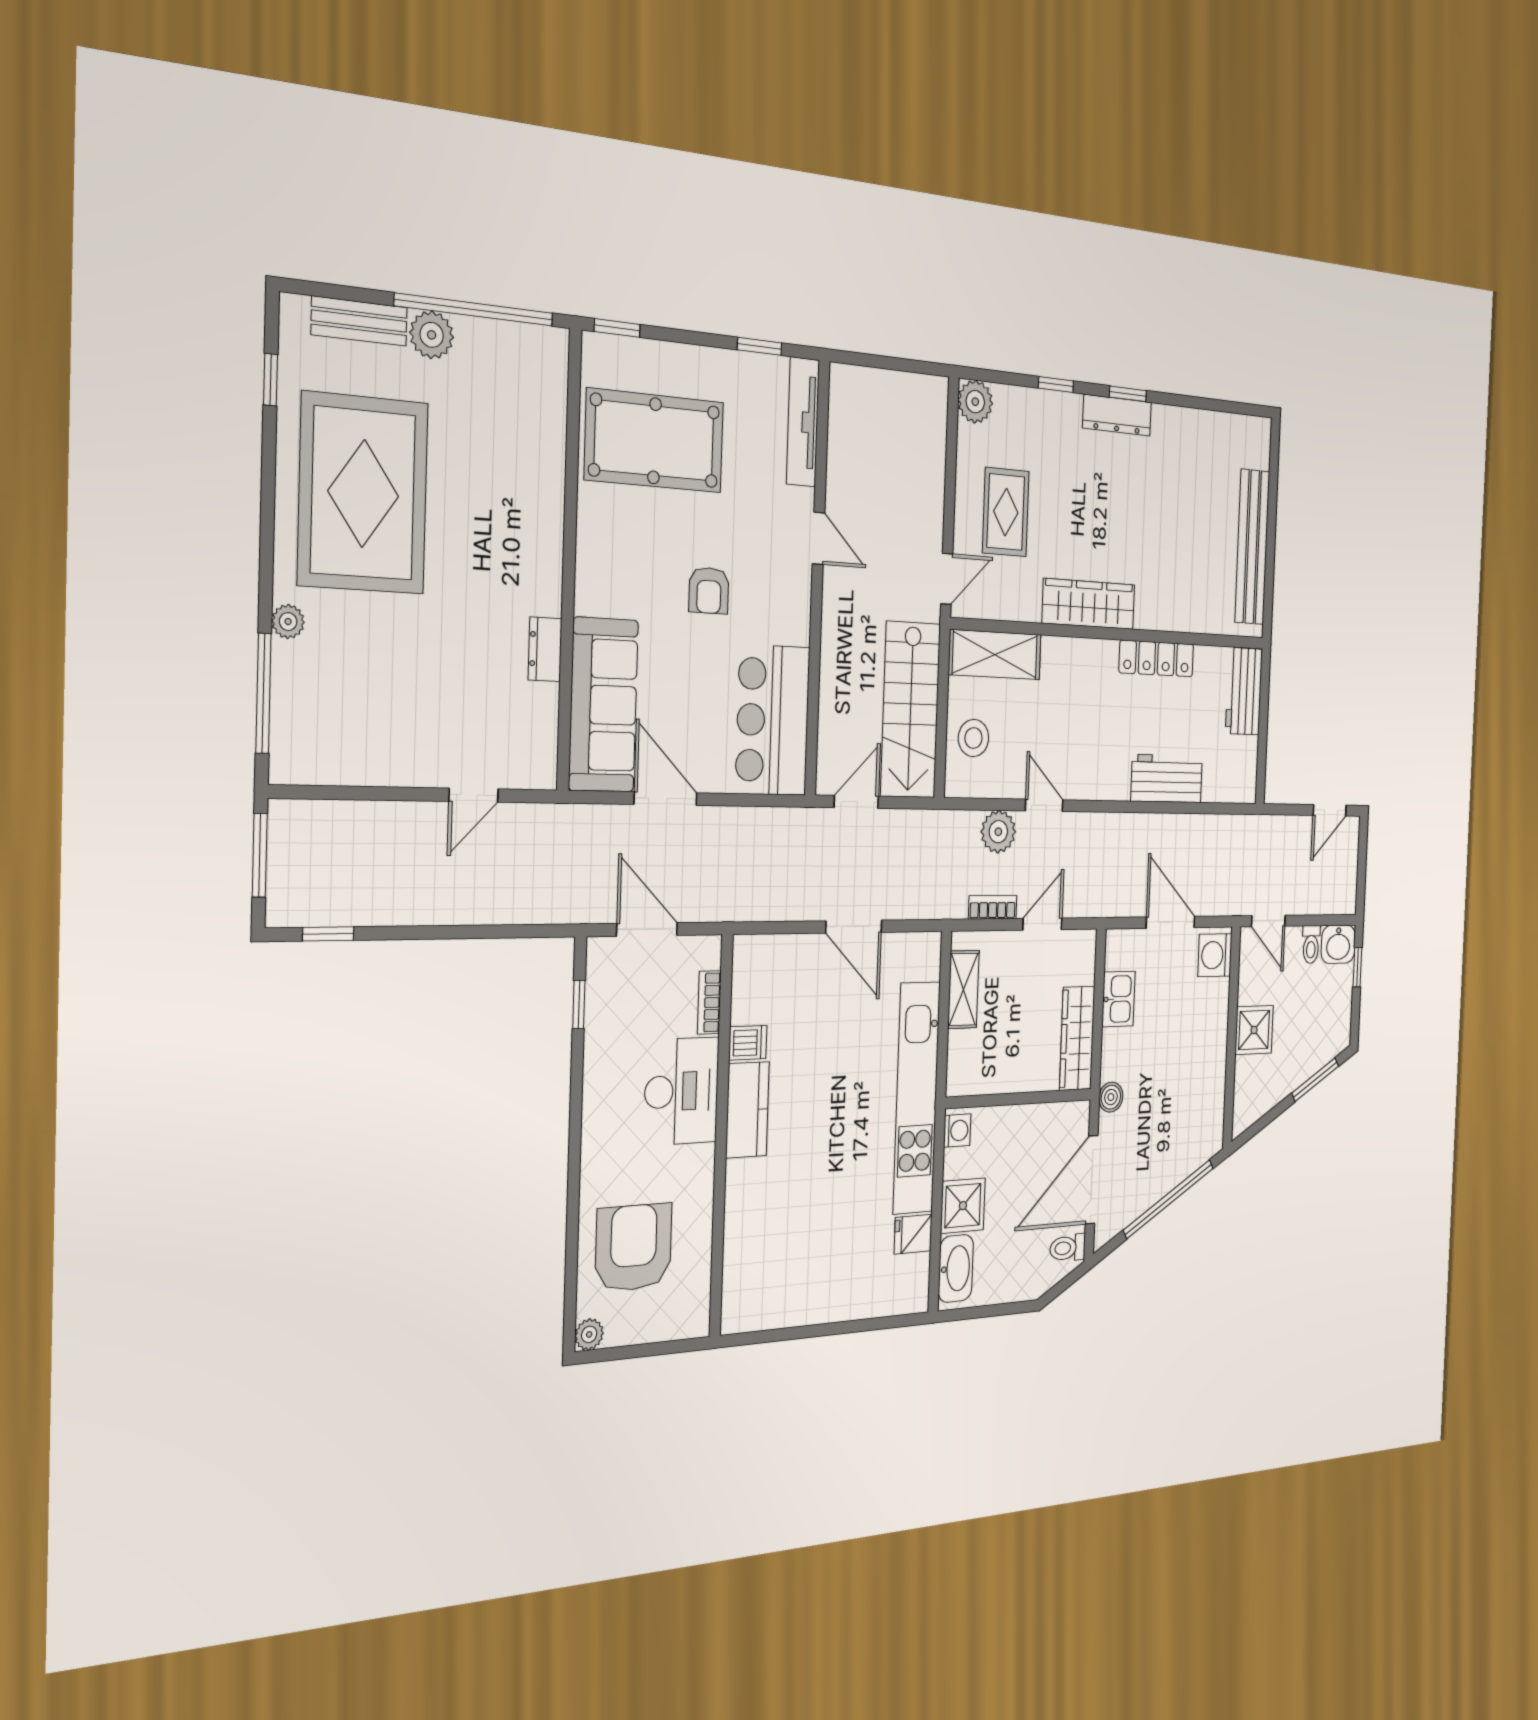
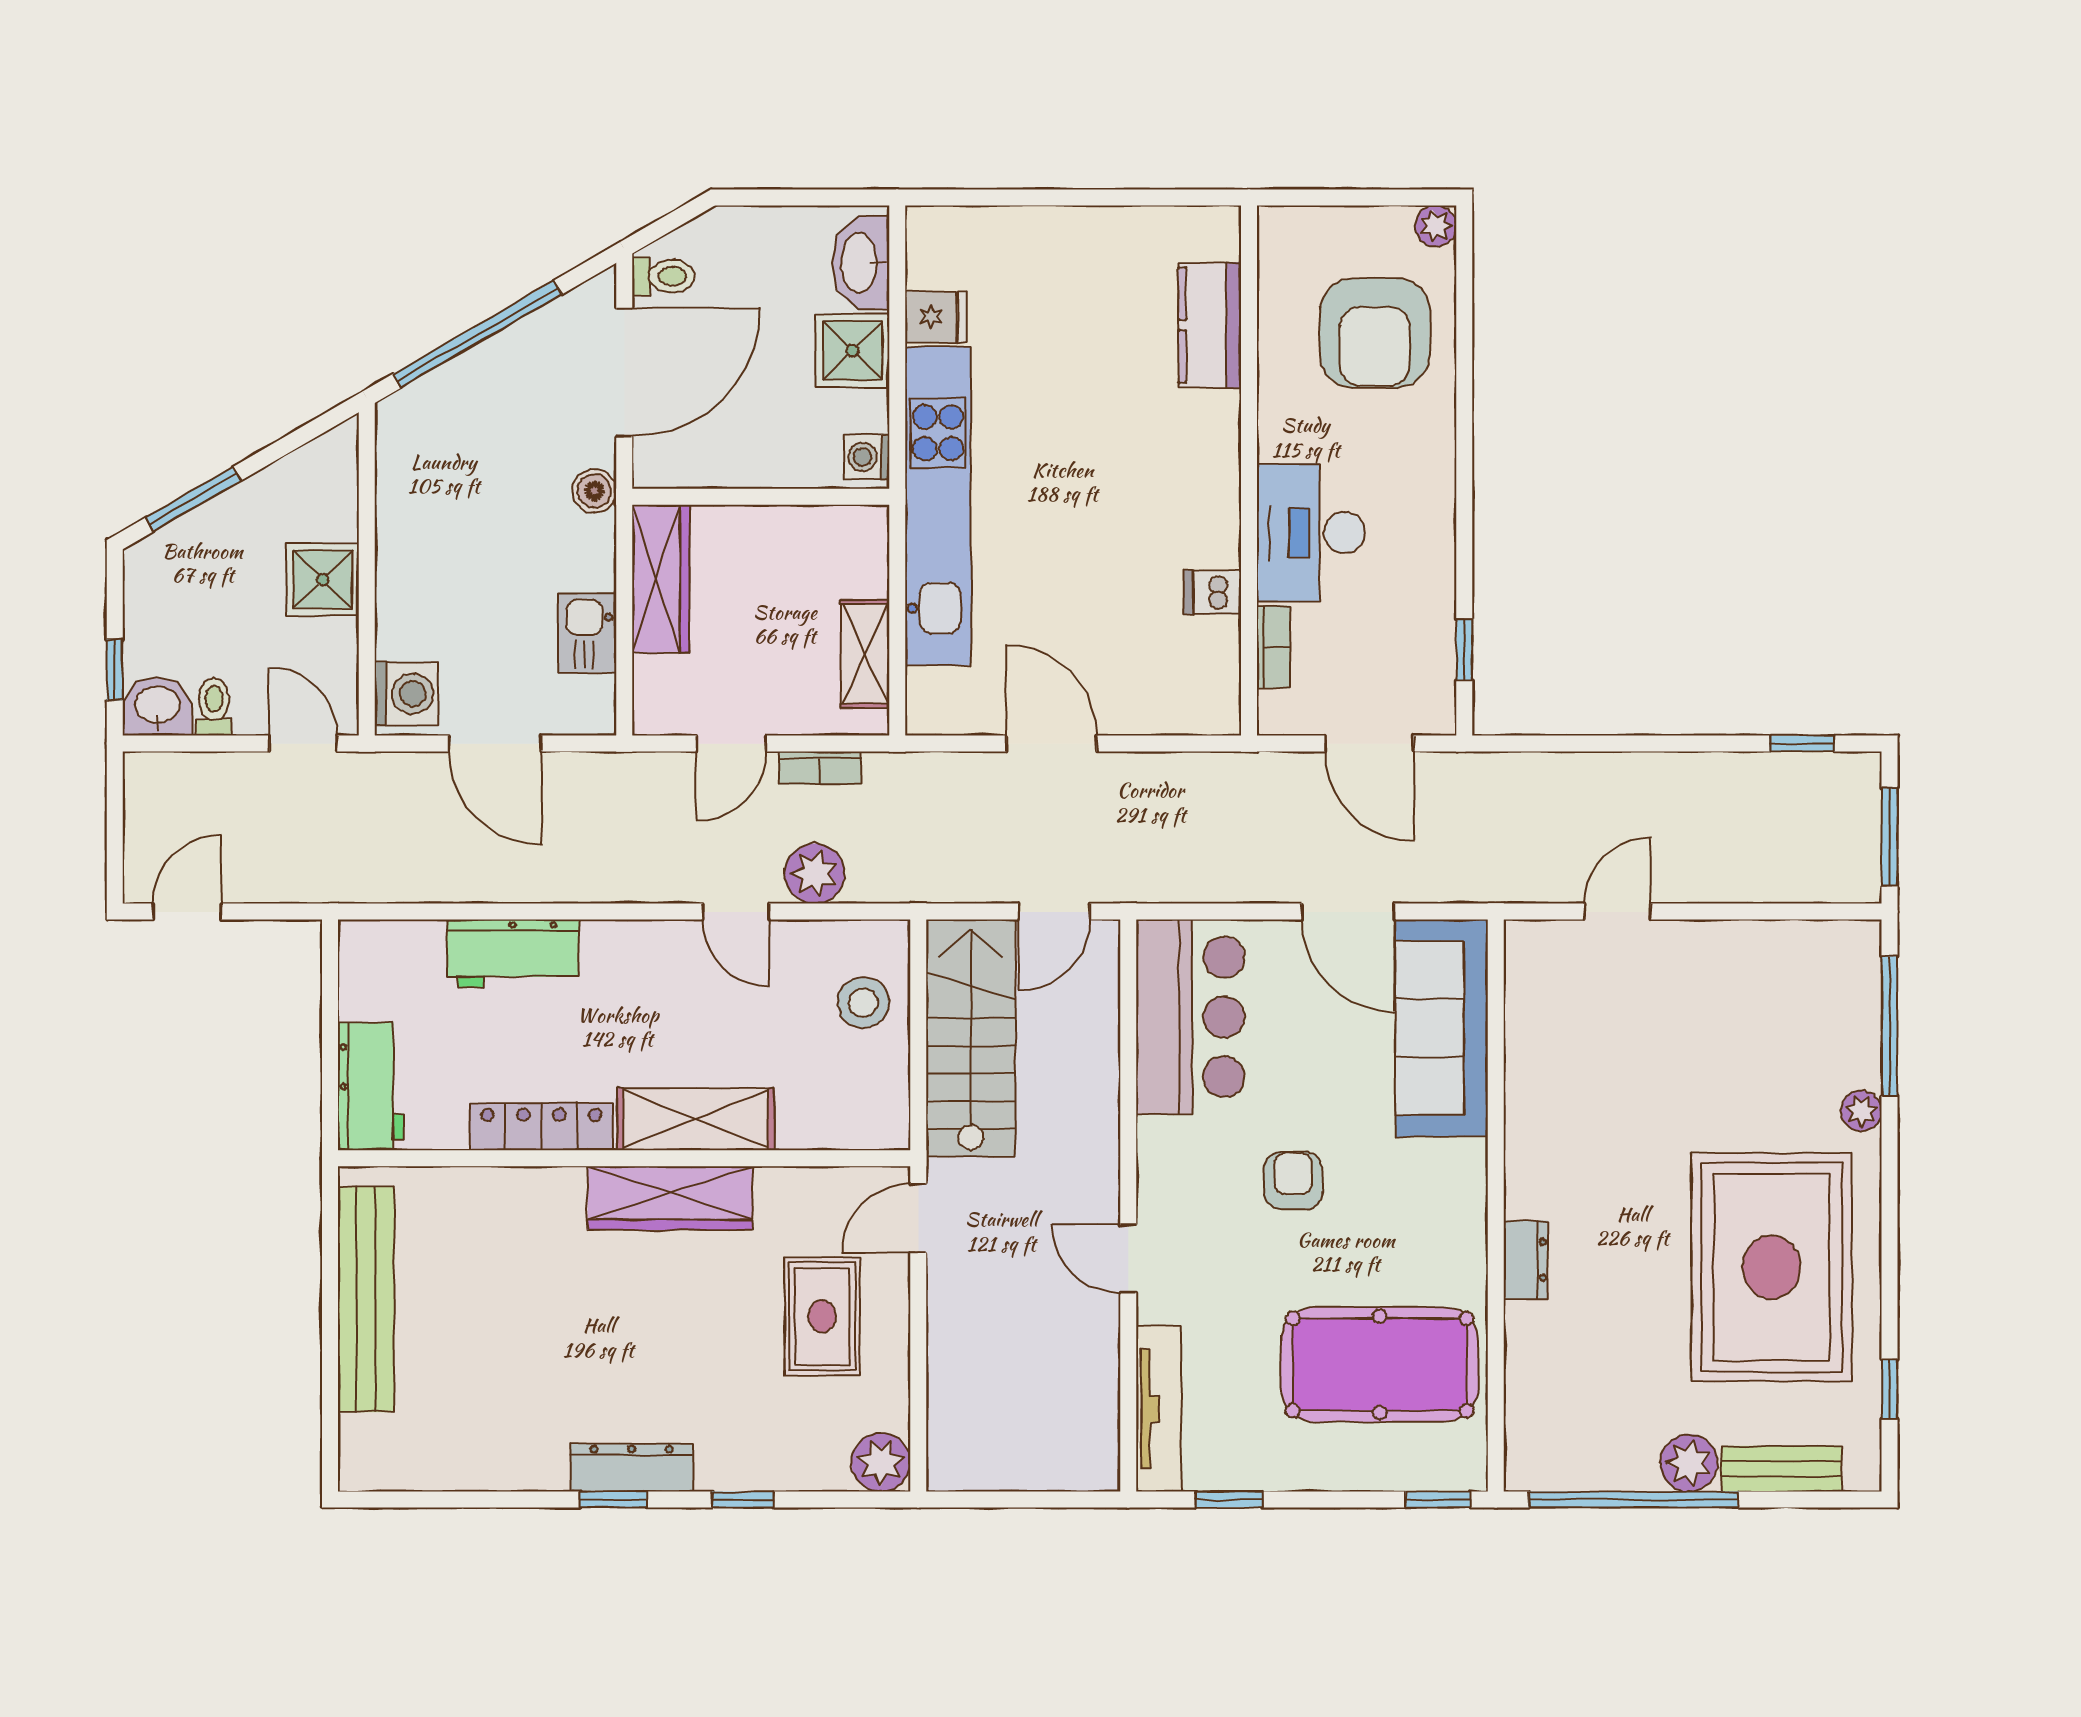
dresser: (545, 649) -> (1526, 1260), moved
shelving: (995, 655) -> (696, 1119), moved
kitchen counter: (747, 1110) -> (1210, 325), moved

